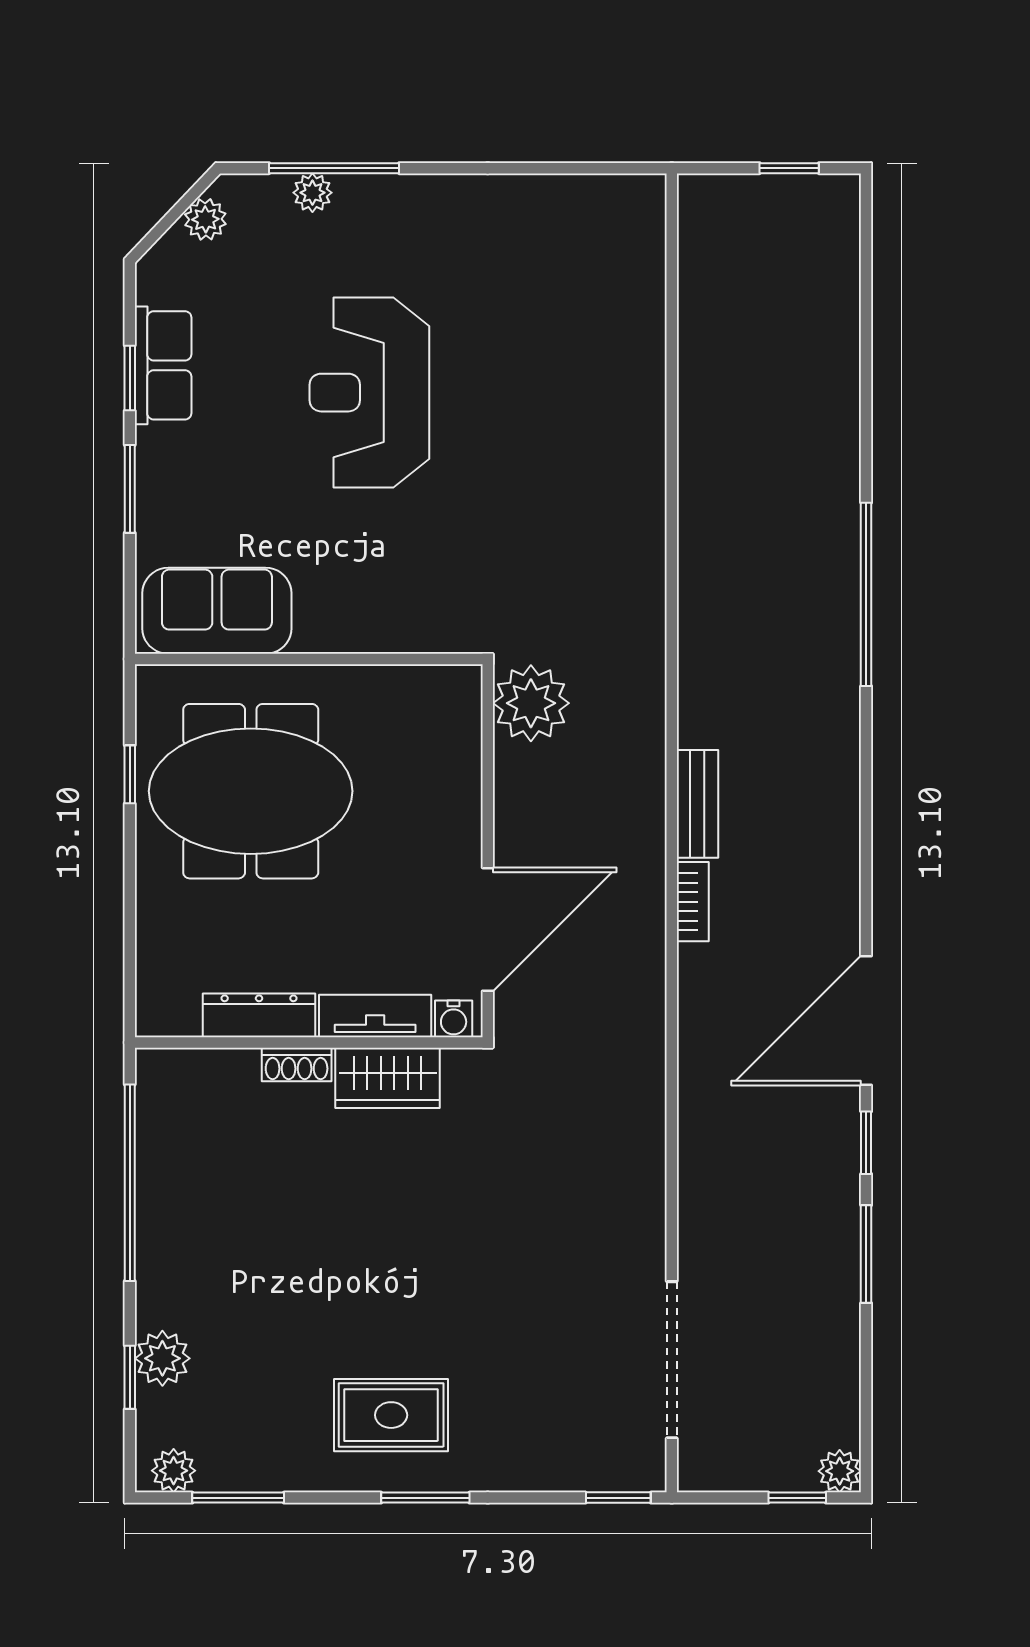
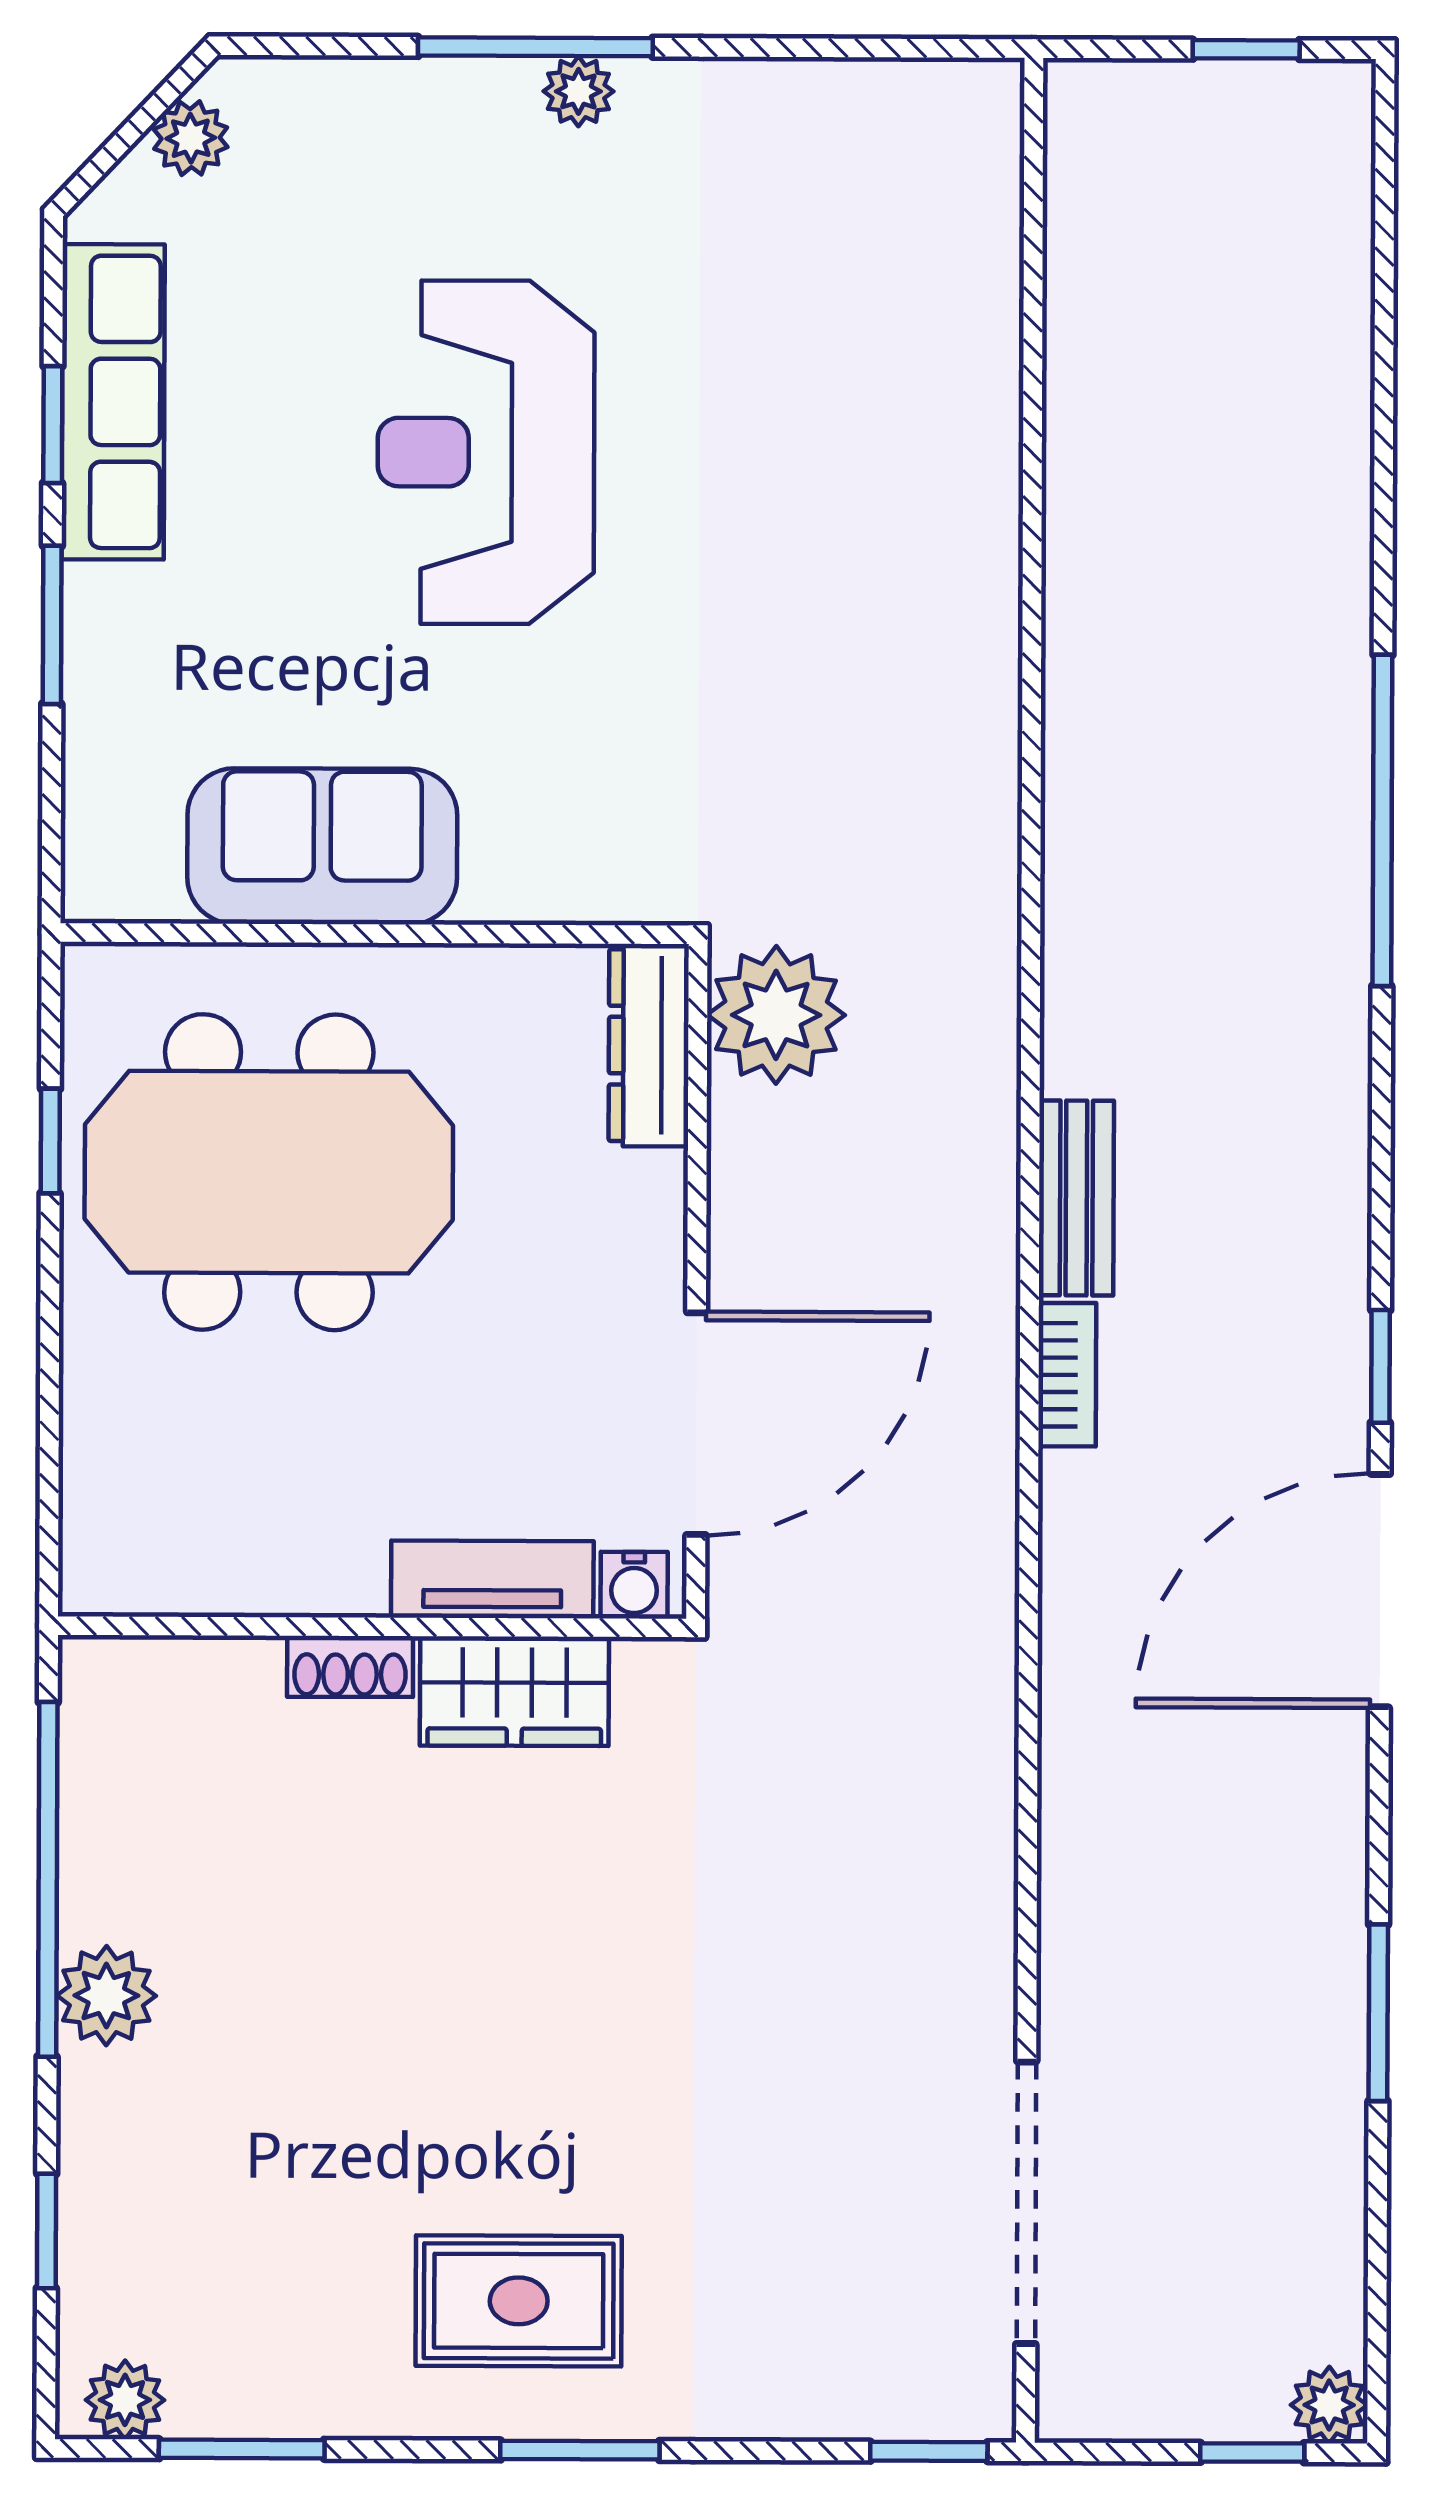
window: (334, 168) -> (535, 47), moved
plant: (312, 193) -> (578, 91), moved
row of seats: (163, 365) -> (113, 402), width x1.48
sofa: (217, 611) -> (322, 846), moved
dresser: (259, 1015) -> (649, 1045), moved, turned -90
window: (866, 1143) -> (1381, 1366), moved
plant: (162, 1358) -> (106, 1996), moved

